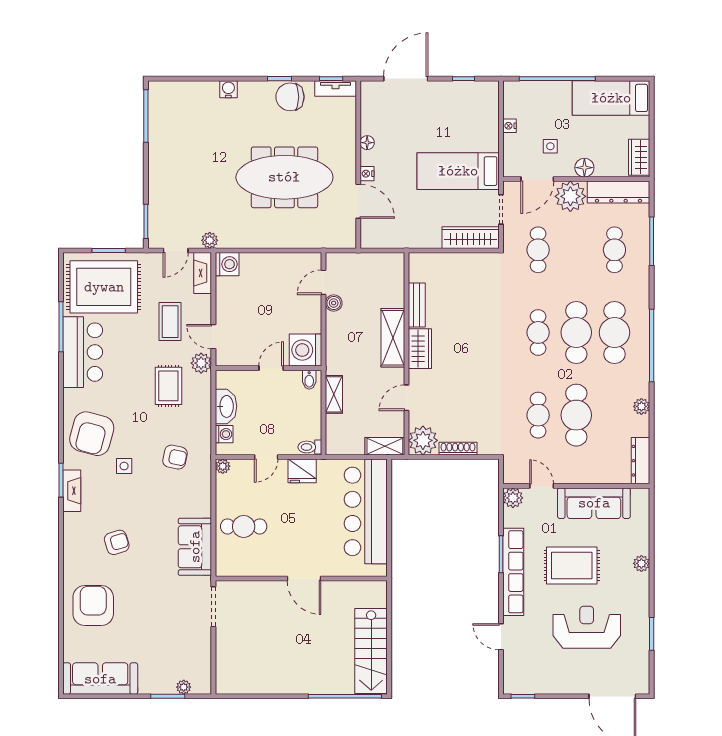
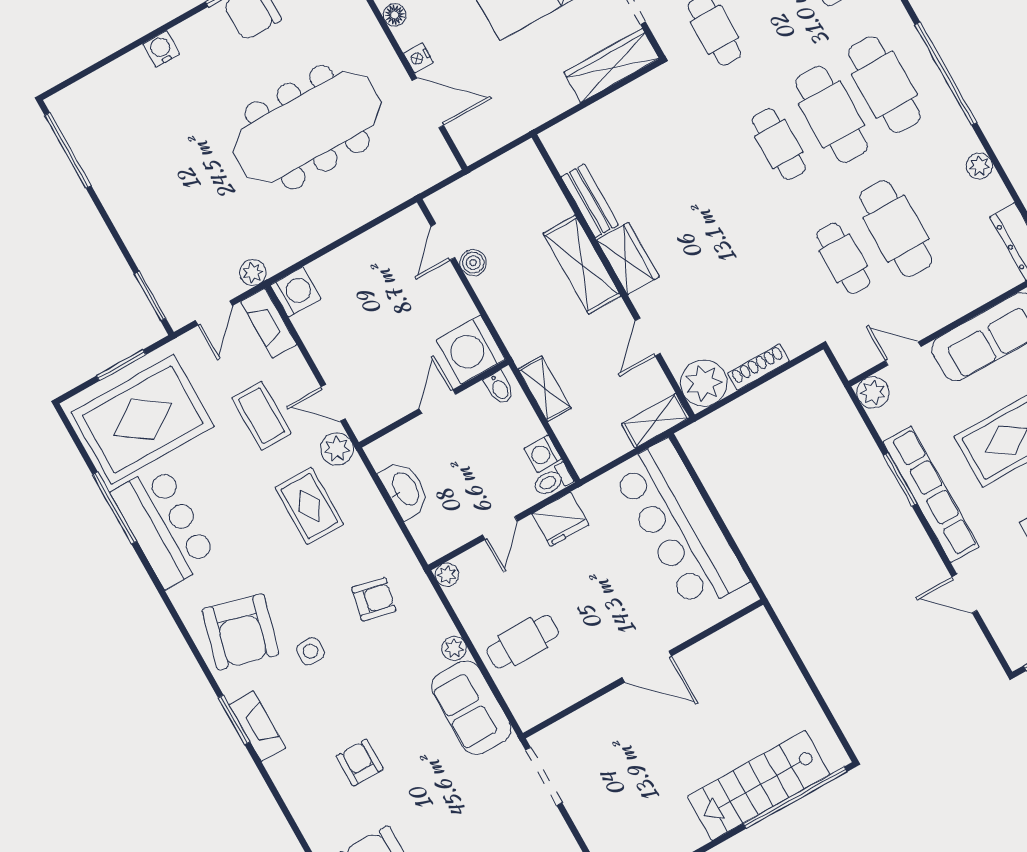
washing machine: (224, 434) -> (543, 454), moved, turned 180
plant: (204, 509) -> (454, 648), added
armchair: (117, 542) -> (360, 763), turned -73
stairs: (371, 651) -> (759, 785), moved, turned 90

